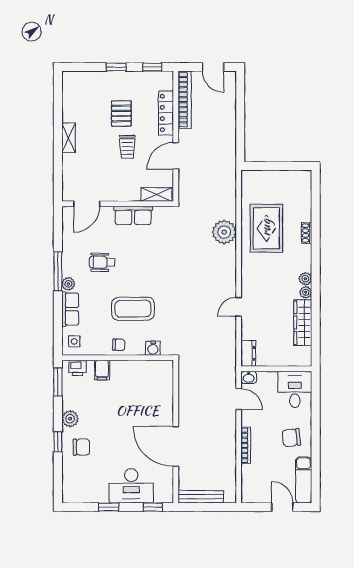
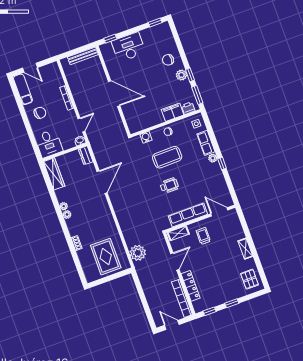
pallet: (121, 113) -> (250, 279), moved
trolley: (127, 147) -> (203, 236), moved
door: (87, 204) -> (219, 212), hinge flipped
row of seats: (133, 215) -> (188, 215), width x1.48
rug: (266, 228) -> (106, 257), moved
plant: (224, 232) -> (138, 253), moved
wheelchair: (102, 262) -> (169, 185), moved
window: (58, 271) -> (222, 164), width x0.46
door: (239, 307) -> (102, 182), width x1.87
wardrobe: (303, 323) -> (54, 174), moved
filing cabinet: (102, 370) -> (173, 112), width x2.00
door: (239, 399) -> (81, 125), swing flipped
window: (58, 442) -> (190, 75), moved
door: (176, 446) -> (114, 94), moved
window: (109, 507) -> (155, 22), moved

